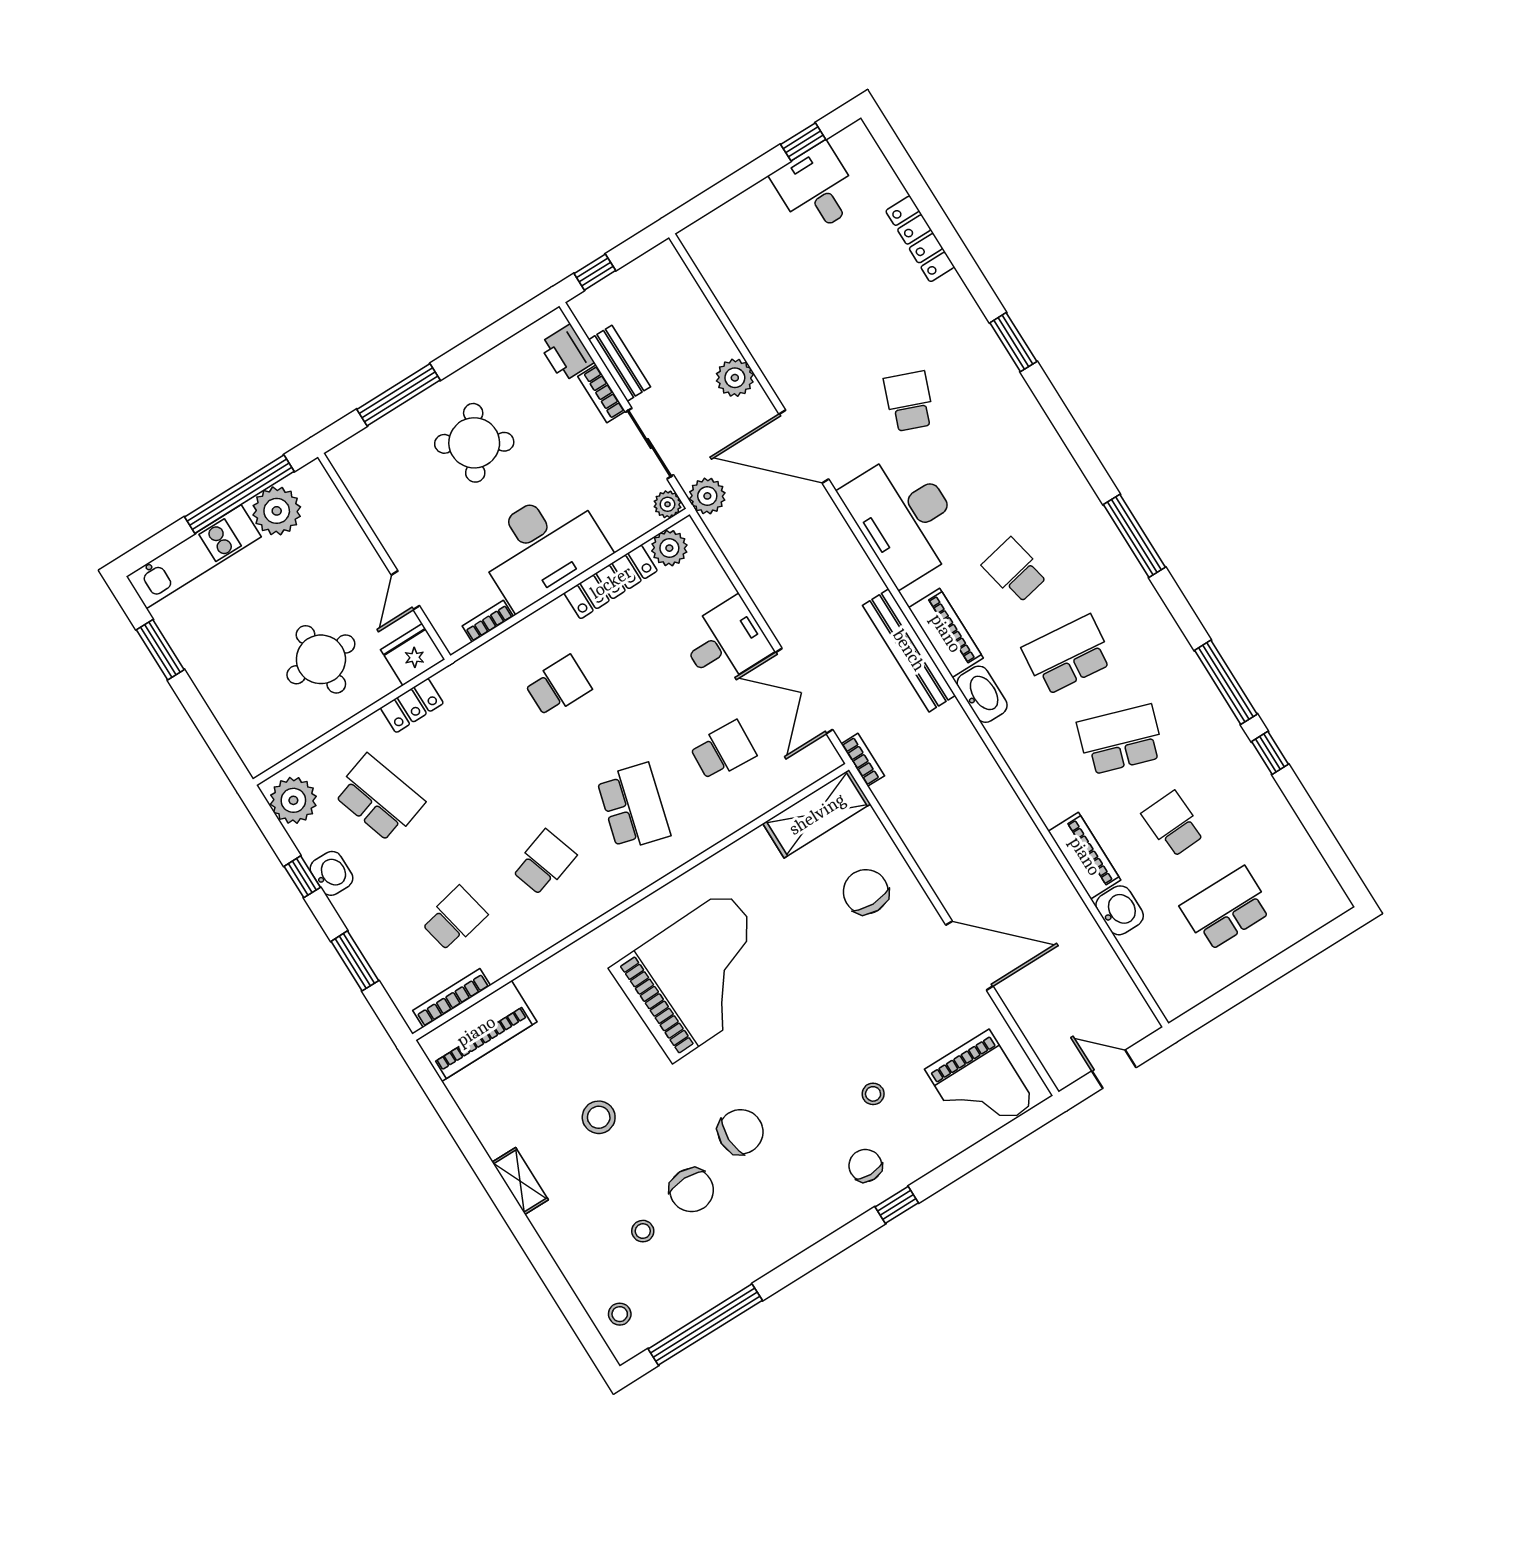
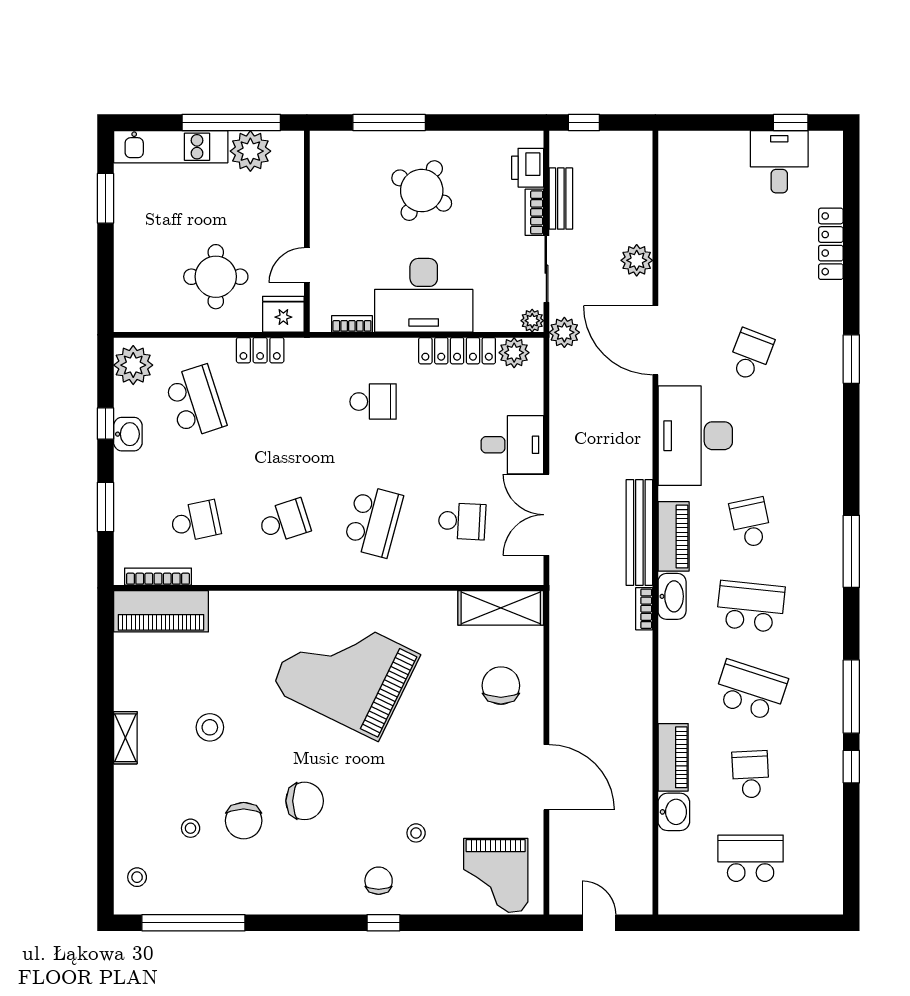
bookcase: (863, 760) -> (644, 609), moved, turned 180
grand piano: (700, 976) -> (345, 672), turned -152

